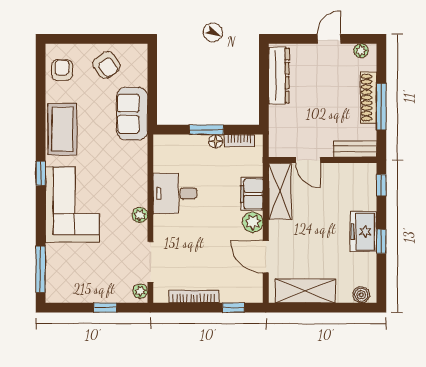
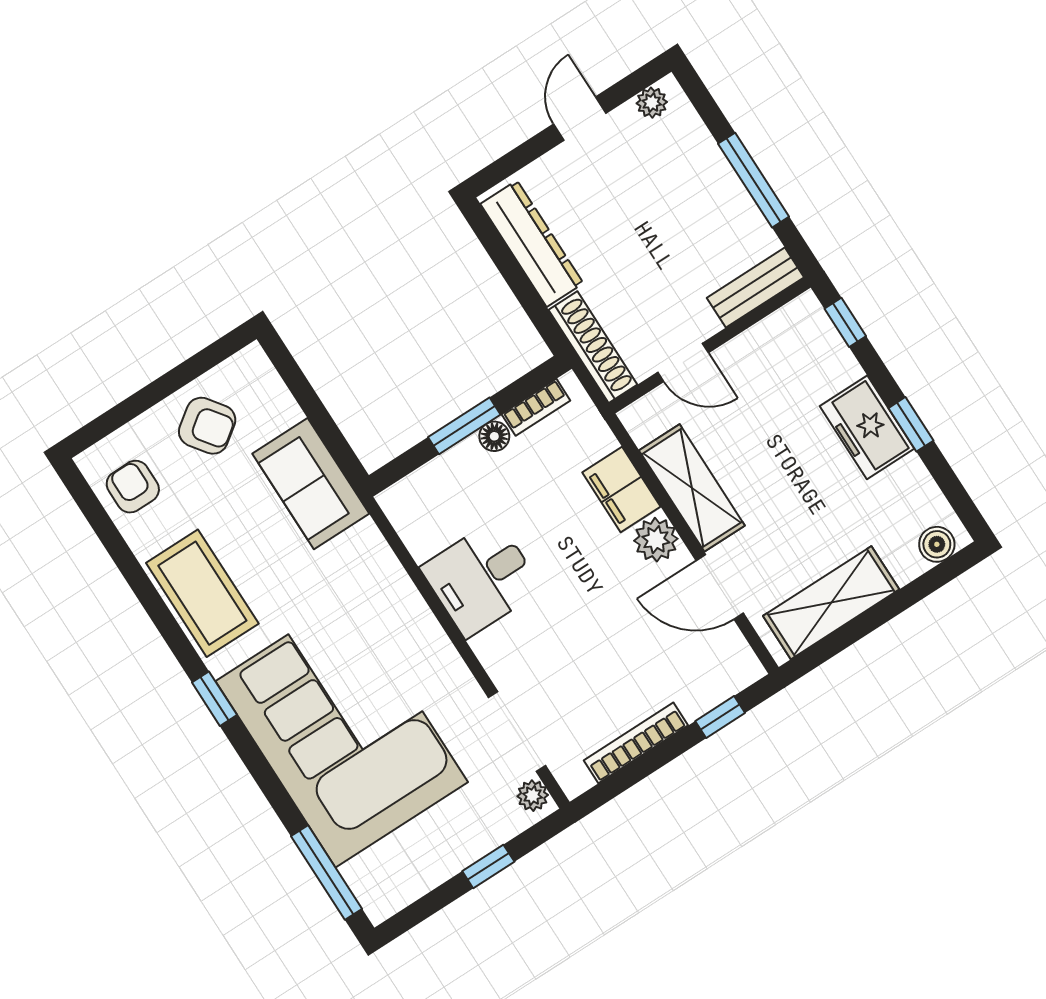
shoe rack: (369, 98) -> (593, 347), moved, turned 180
shelving: (280, 192) -> (692, 488), moved
corner sofa: (72, 204) -> (342, 732), width x1.36, depth x1.36
plant: (140, 215) -> (443, 658), removed

